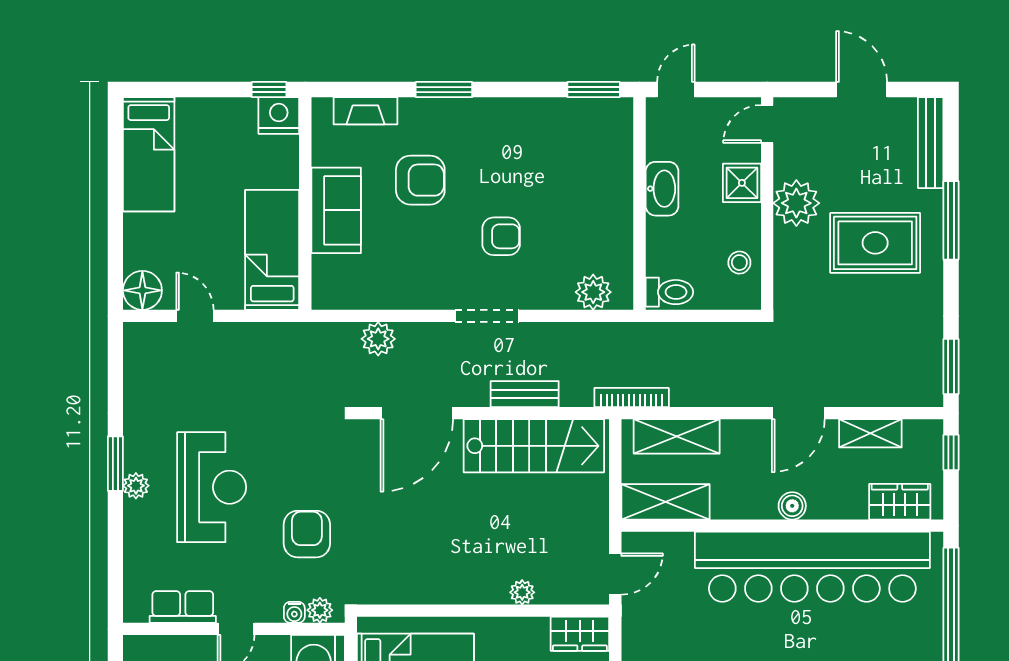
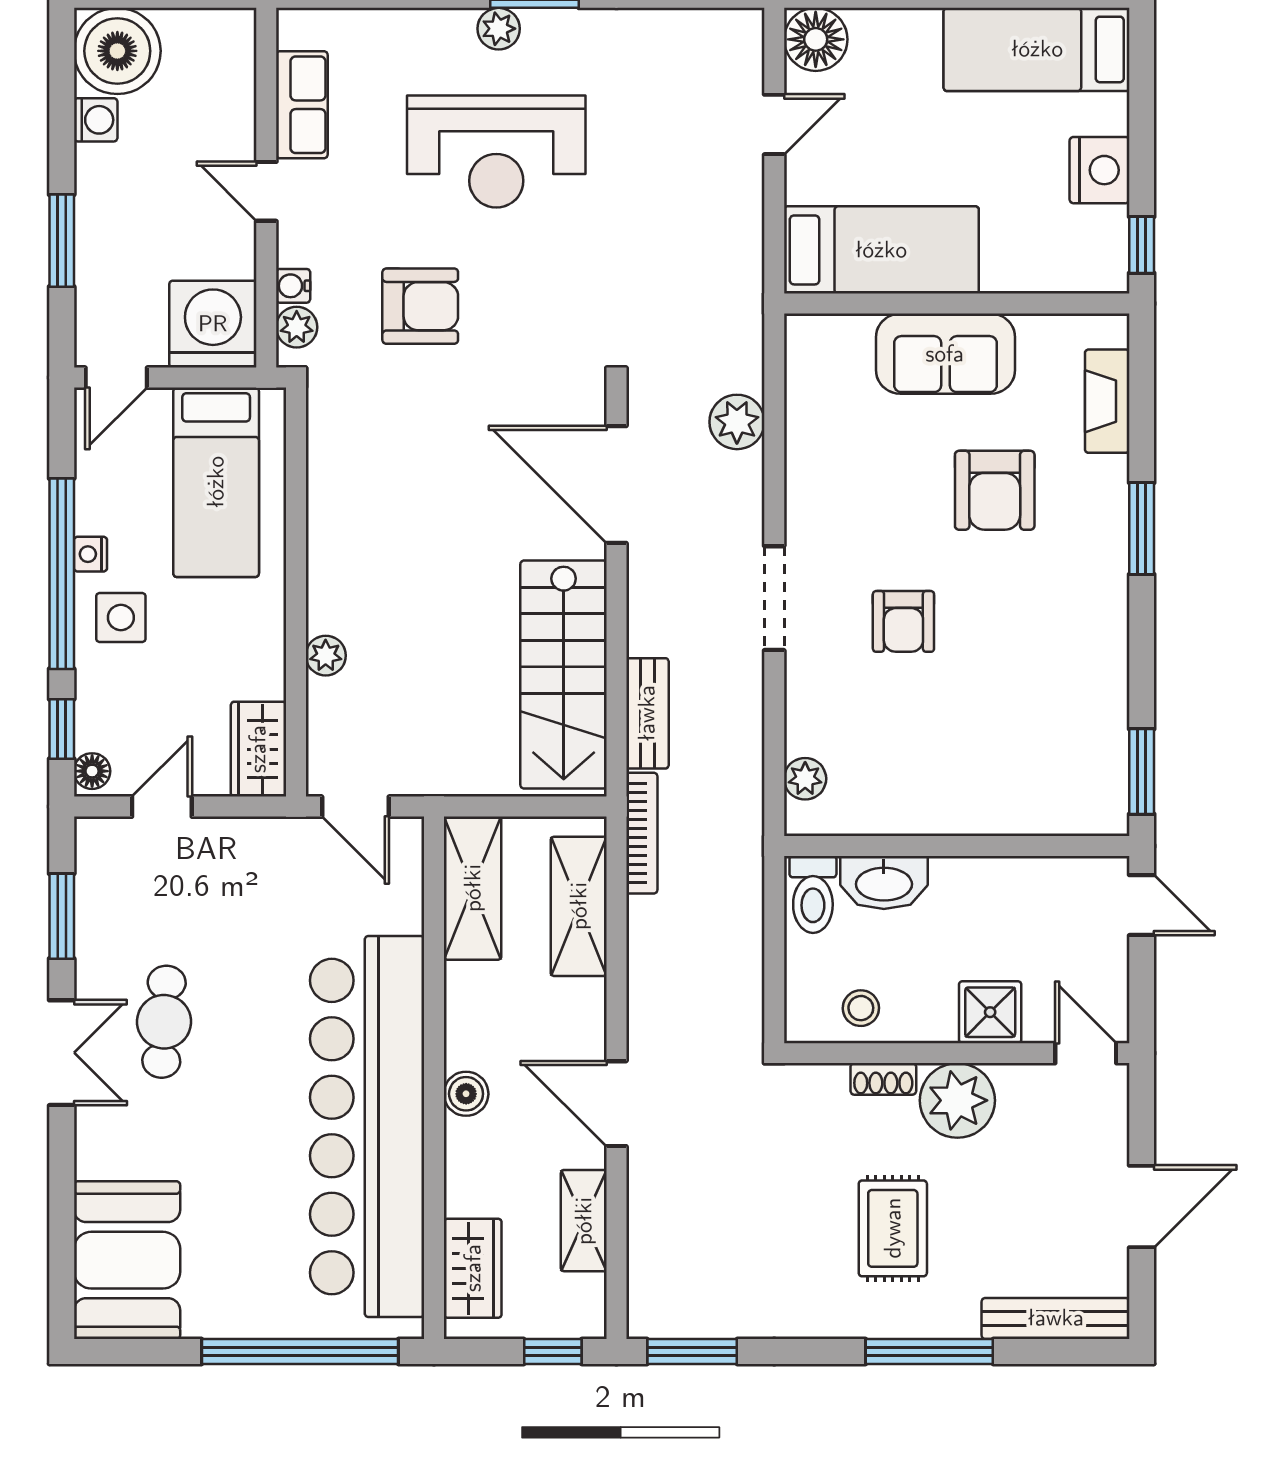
nightstand: (279, 115) -> (1100, 170), moved
washbasin: (662, 189) -> (884, 883), moved
rug: (875, 243) -> (893, 1228), width x0.73, depth x0.70
shoe rack: (783, 249) -> (883, 1079), added
plant: (593, 292) -> (805, 779), width x0.73, depth x0.73
bench: (525, 394) -> (647, 713), moved

